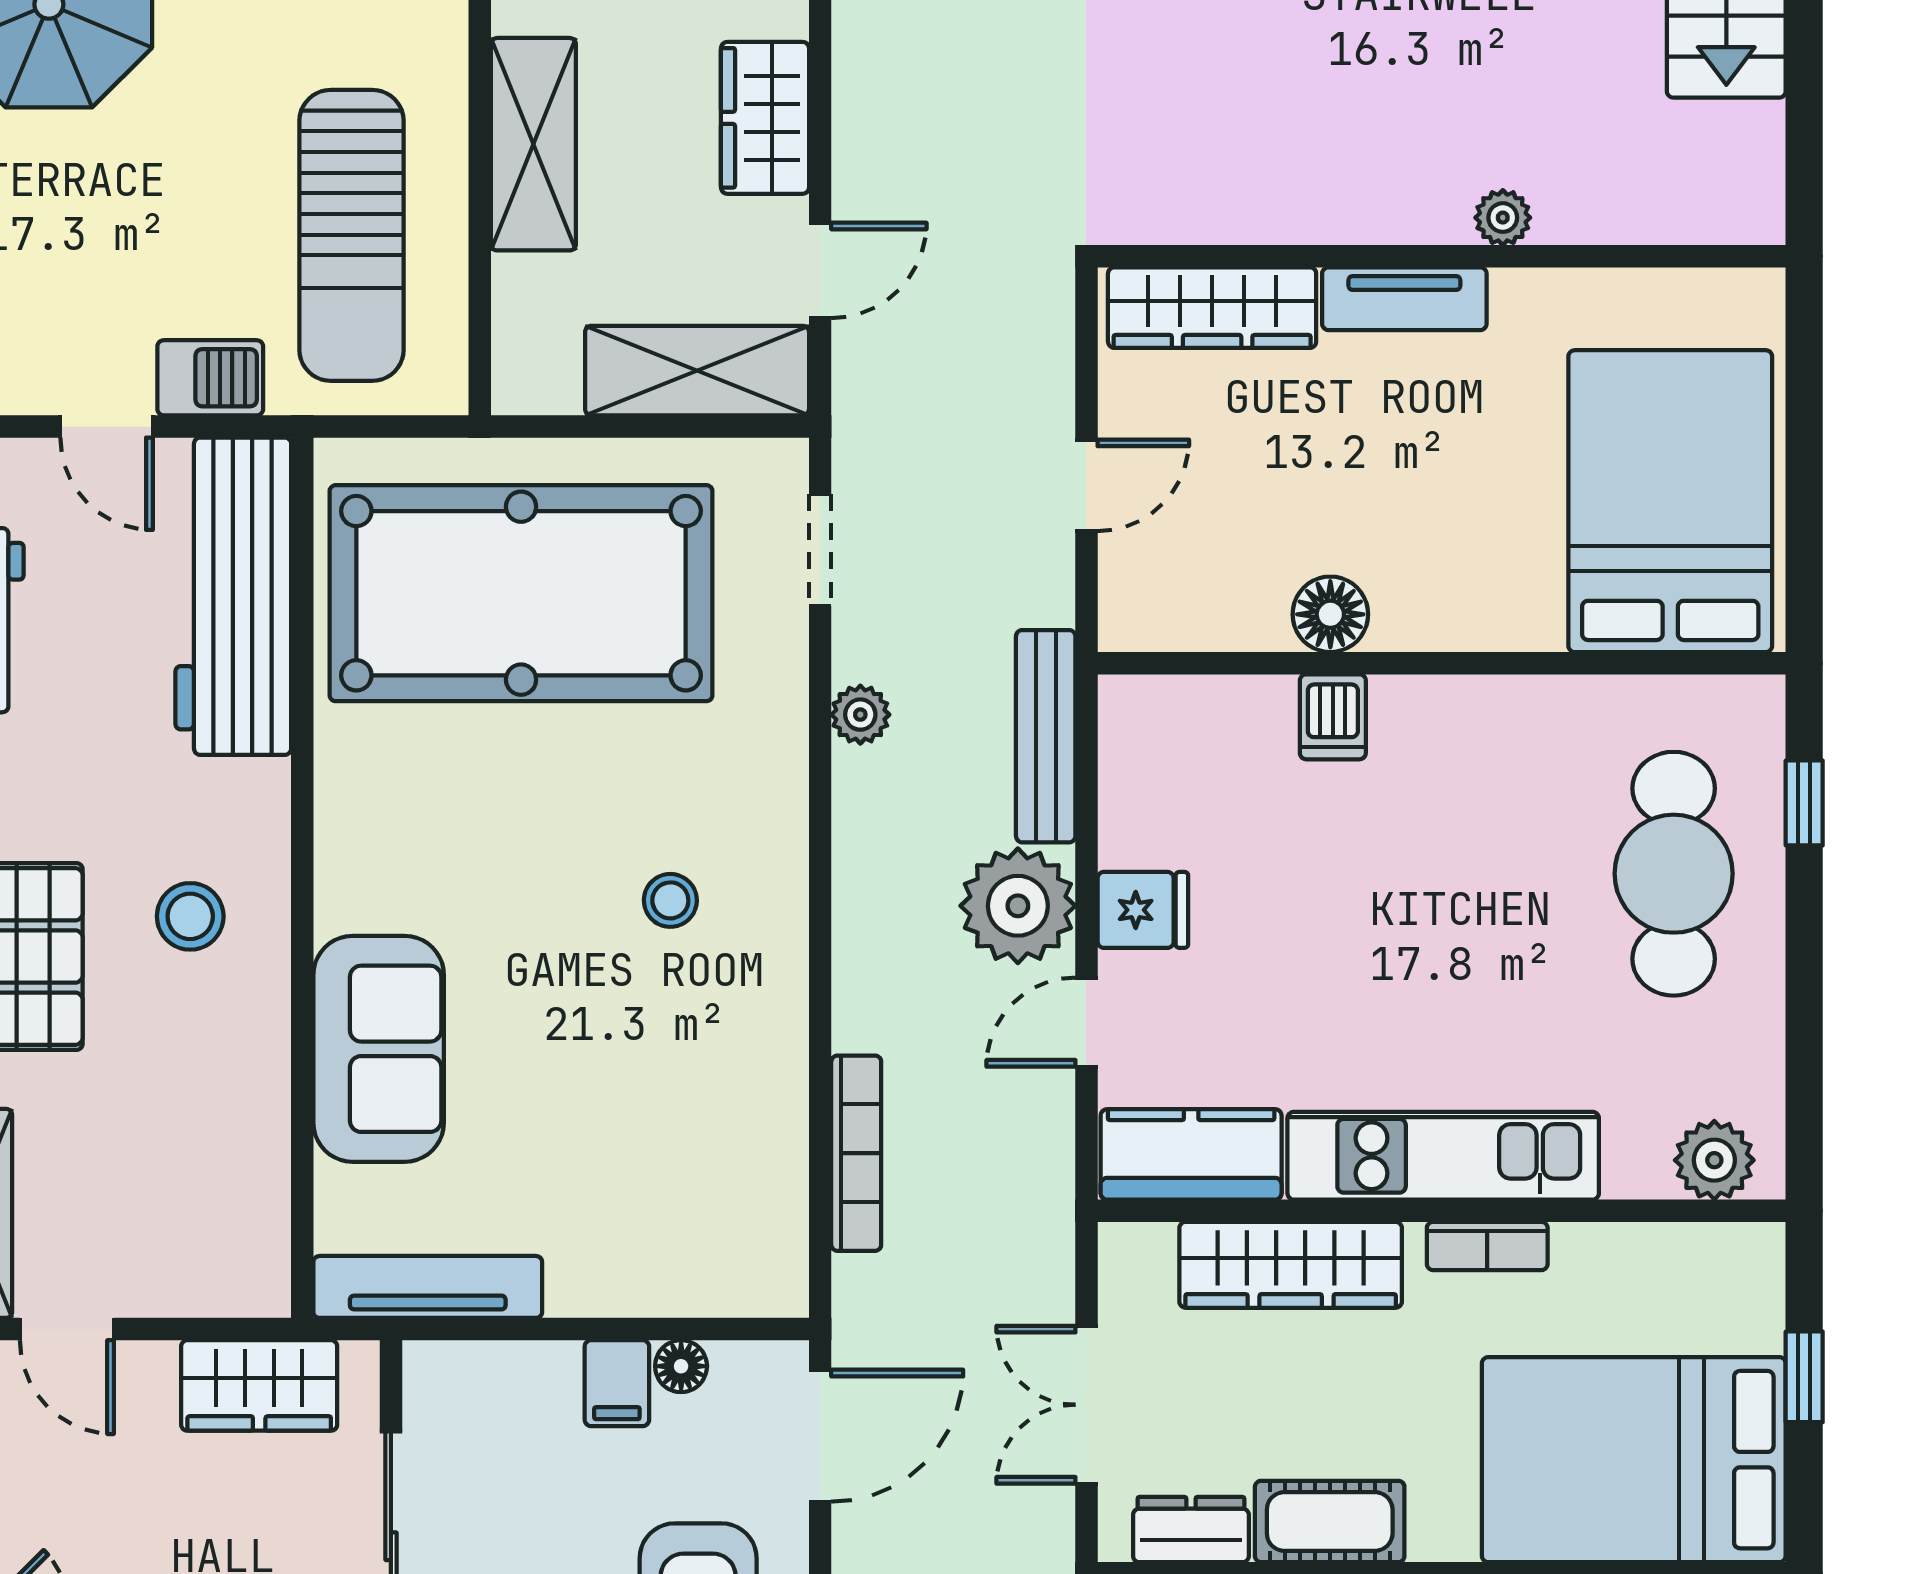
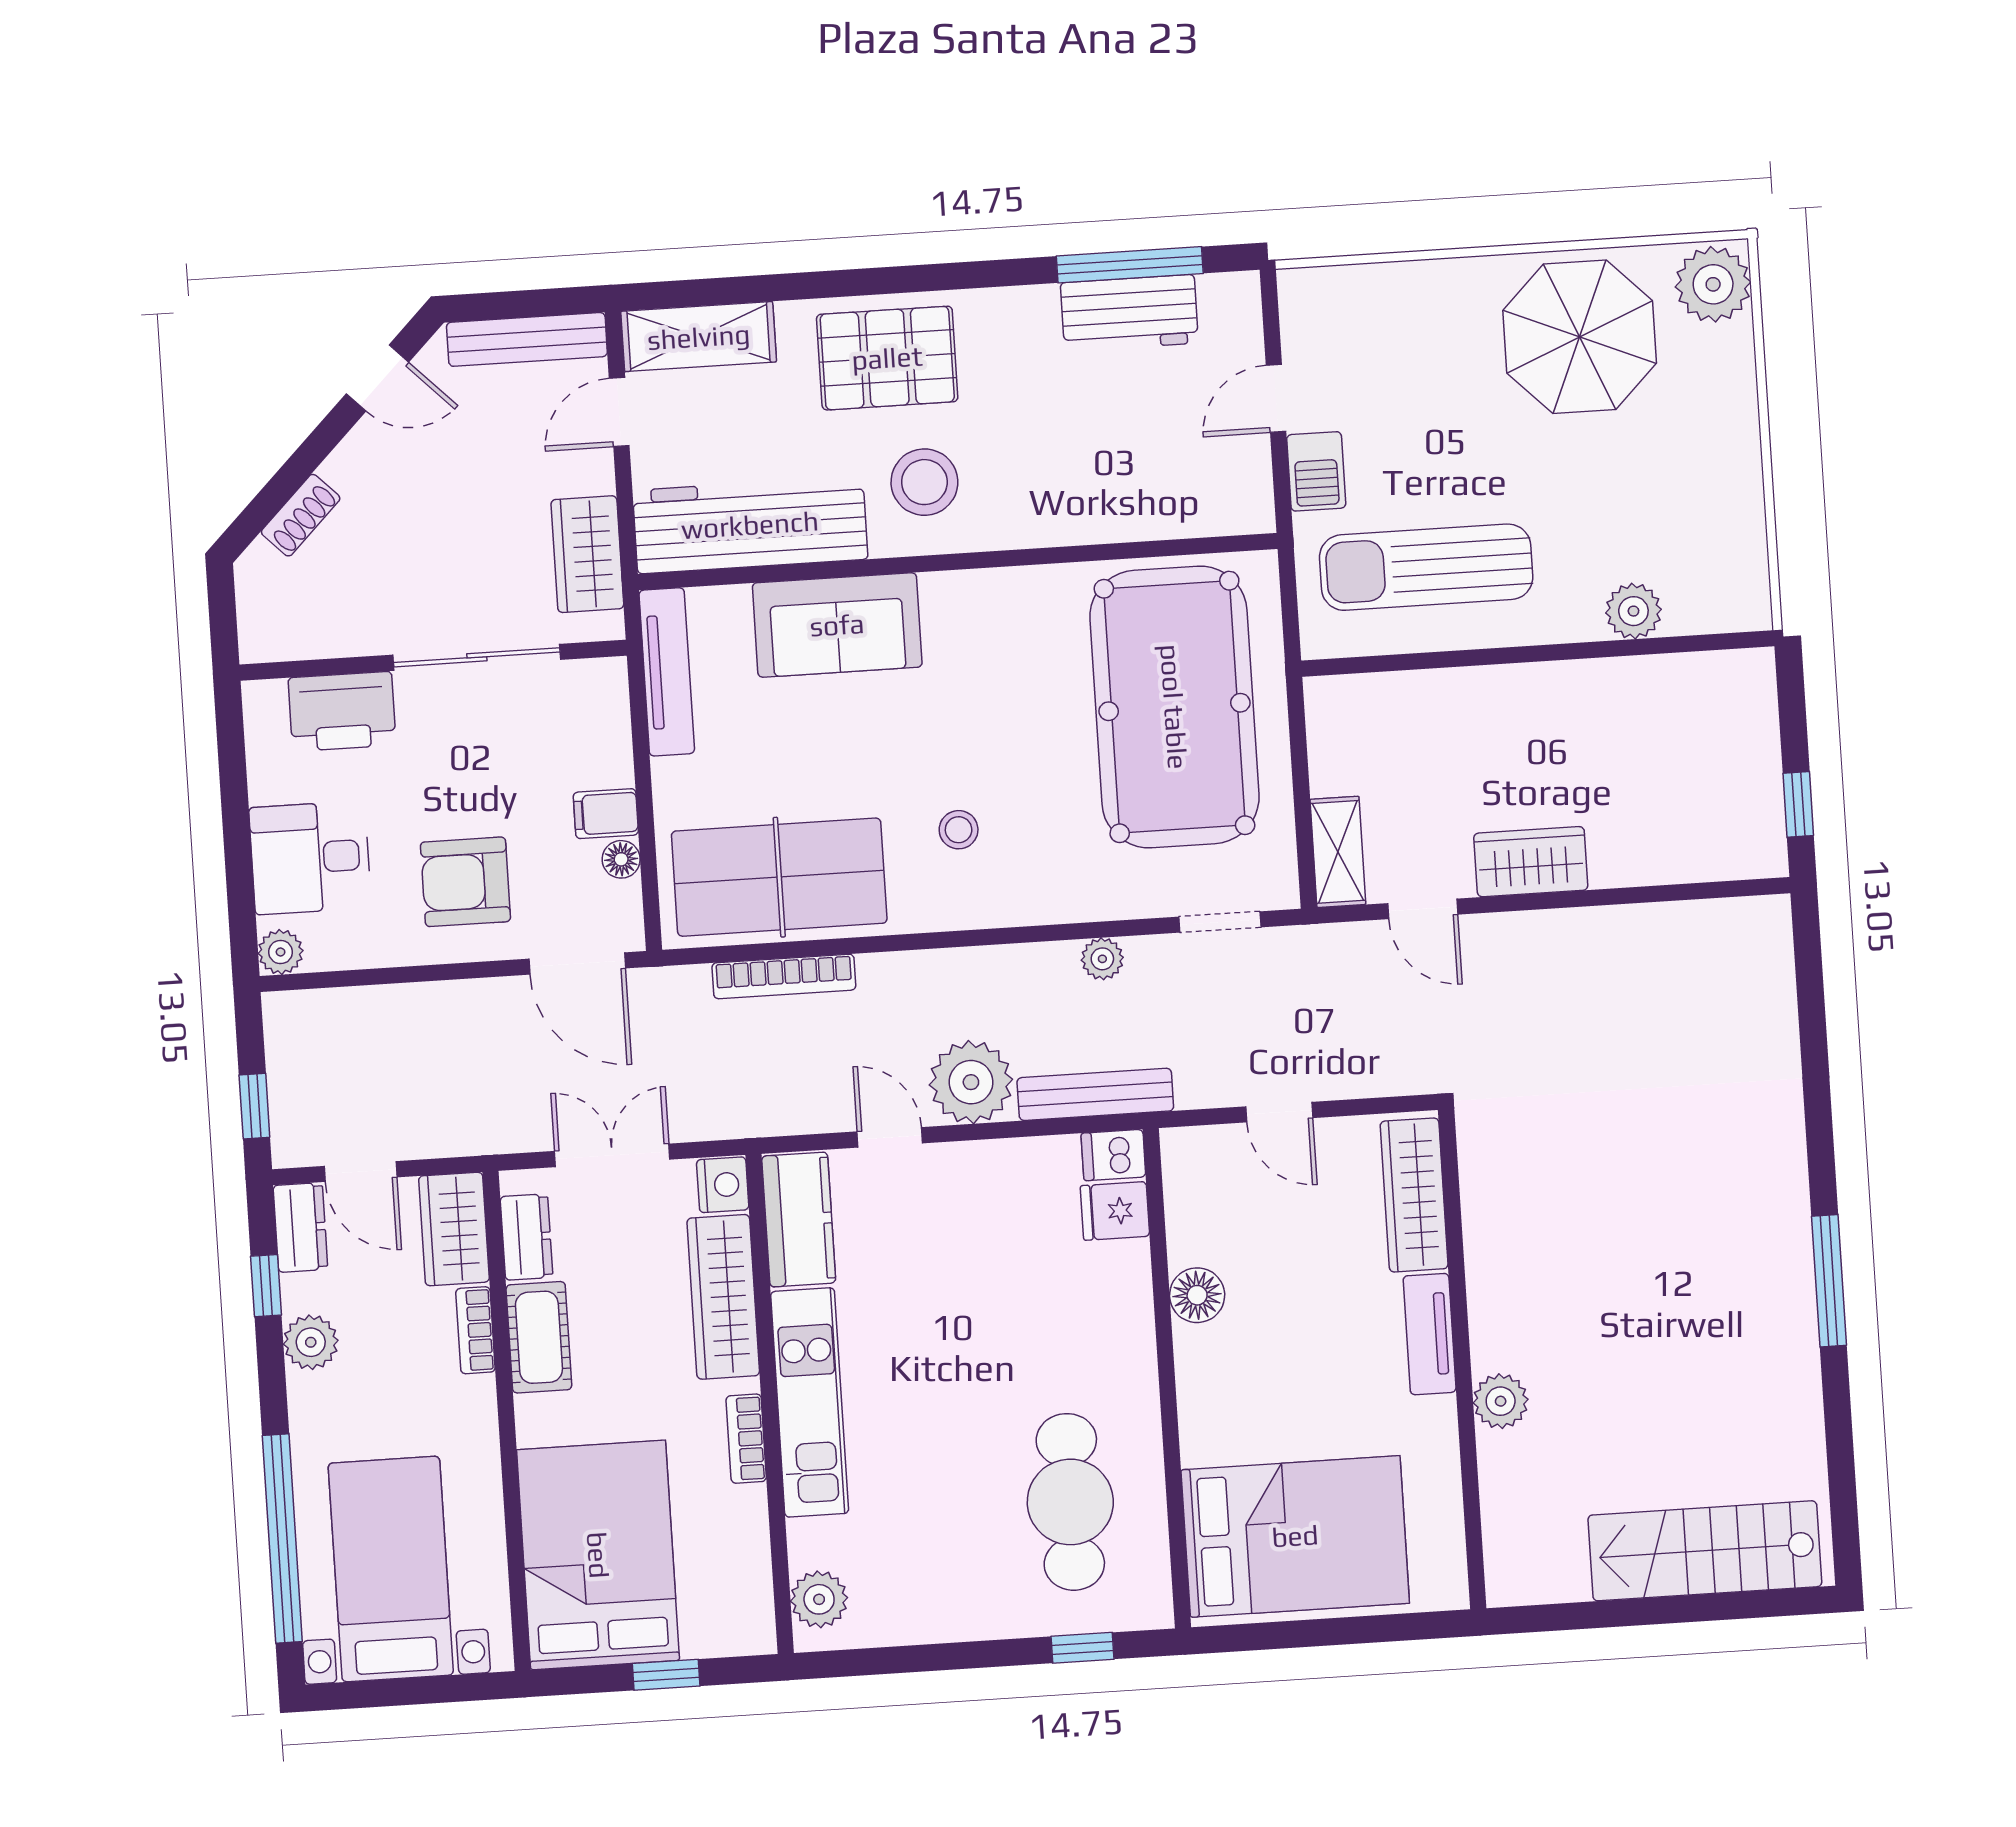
shelving: (533, 144) -> (1501, 695), removed
plant: (1503, 218) -> (1501, 1401), width x1.38, depth x1.38
shelving: (697, 371) -> (1338, 852), width x0.67, depth x0.75
workbench: (233, 596) -> (750, 525), moved
dishwasher: (1333, 717) -> (1113, 1155), moved
cafe table: (1674, 874) -> (1070, 1502), moved, turned 90
fridge: (1143, 910) -> (1115, 1211), moved, turned 90
stool: (190, 916) -> (924, 482), width x1.38, depth x1.38
table tennis table: (720, 1151) -> (779, 877), added
nightstand: (1137, 1256) -> (723, 1185), added

